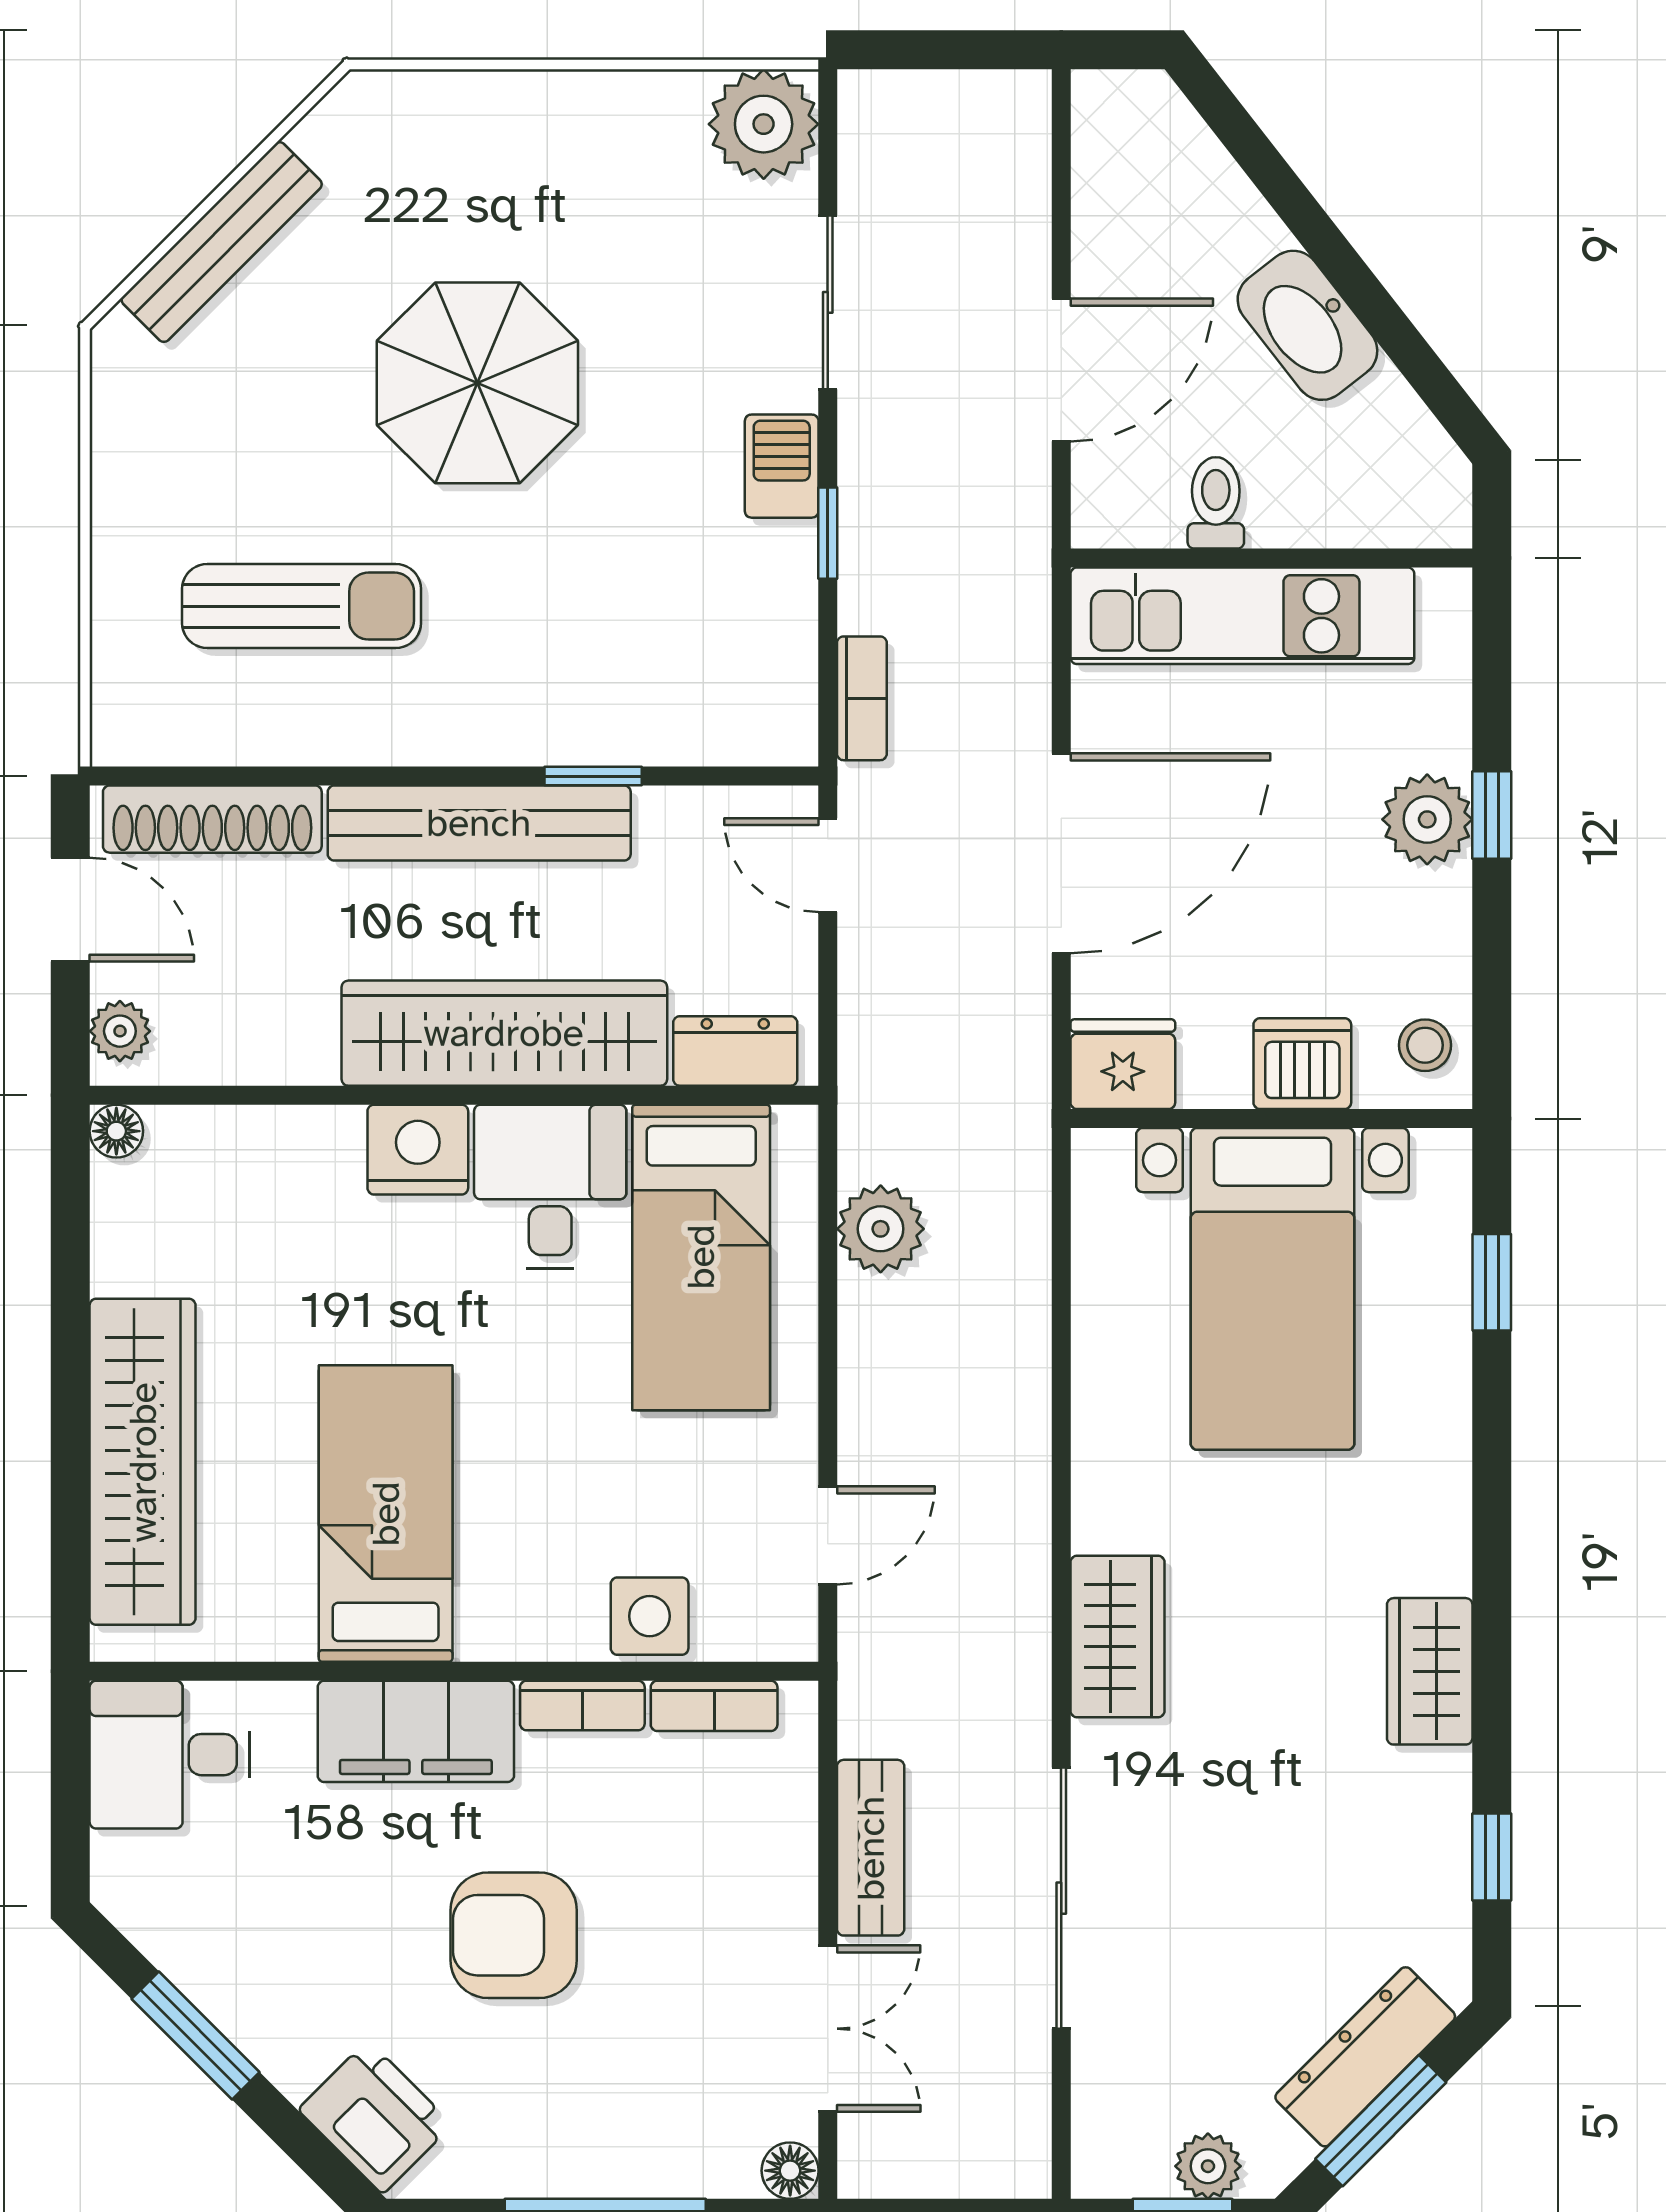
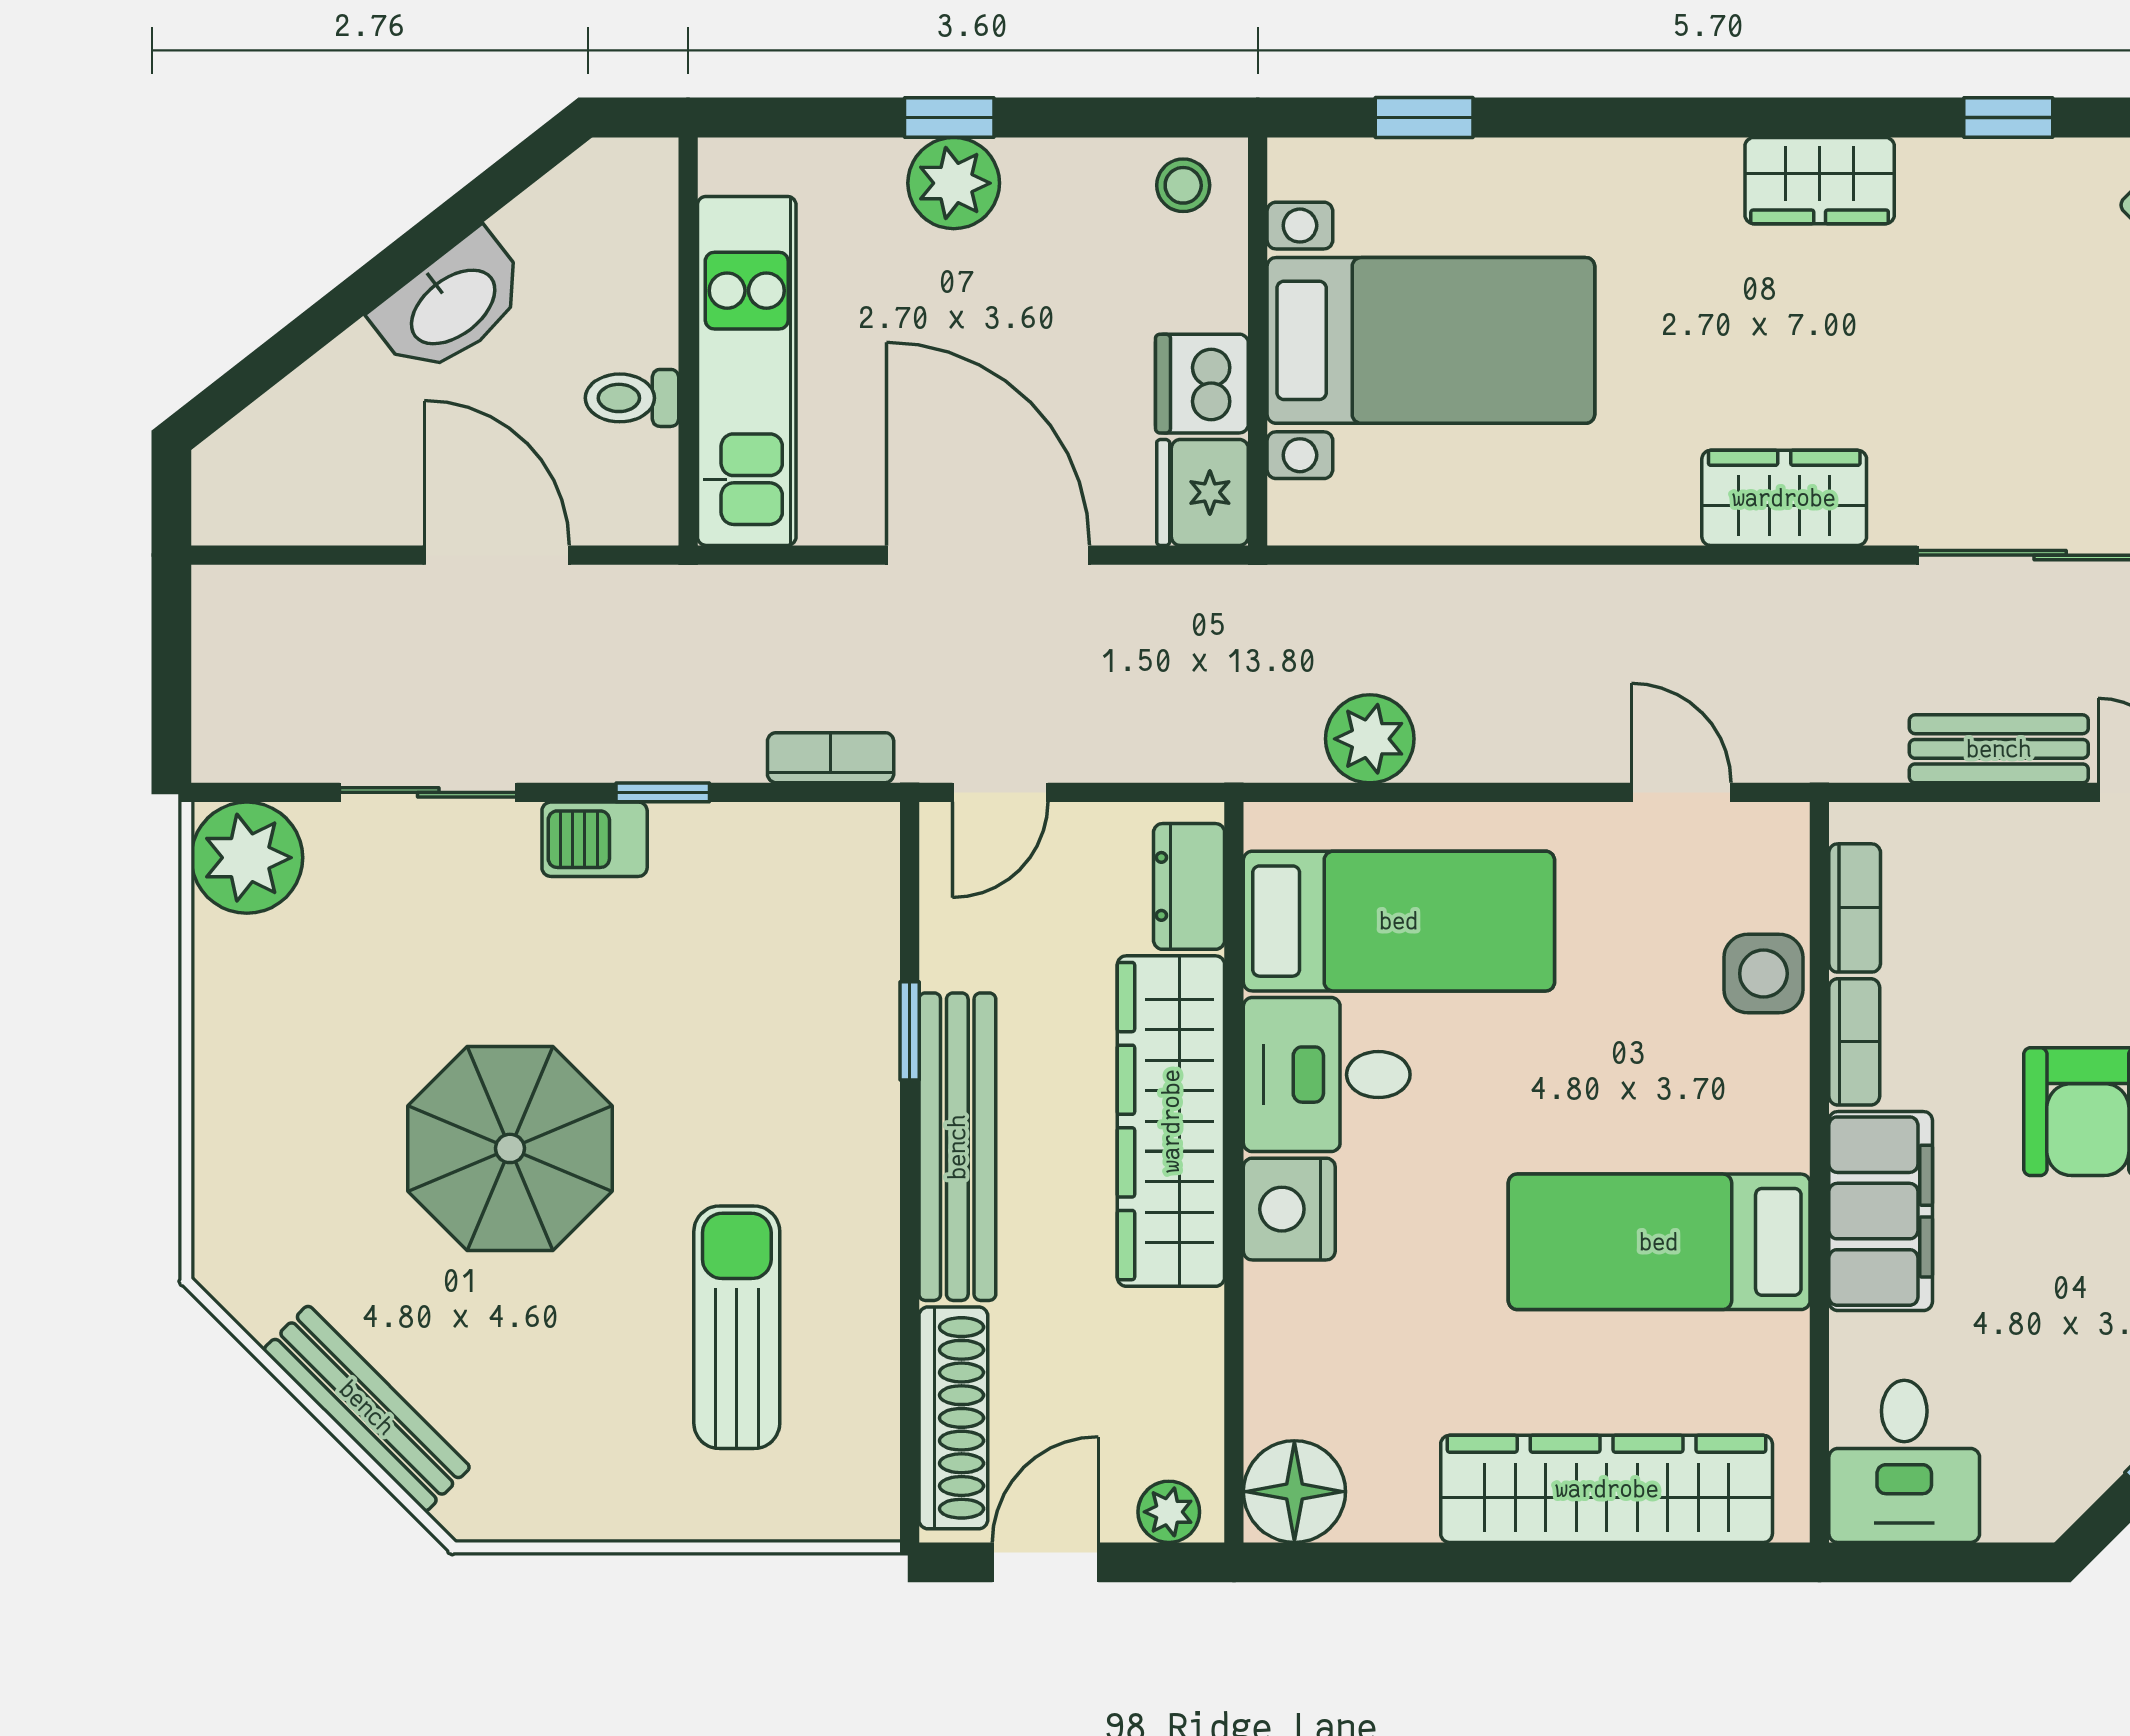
dishwasher: (1302, 1064) -> (1202, 384), moved
floor lamp: (116, 1131) -> (1294, 1492), width x1.89, depth x1.89

